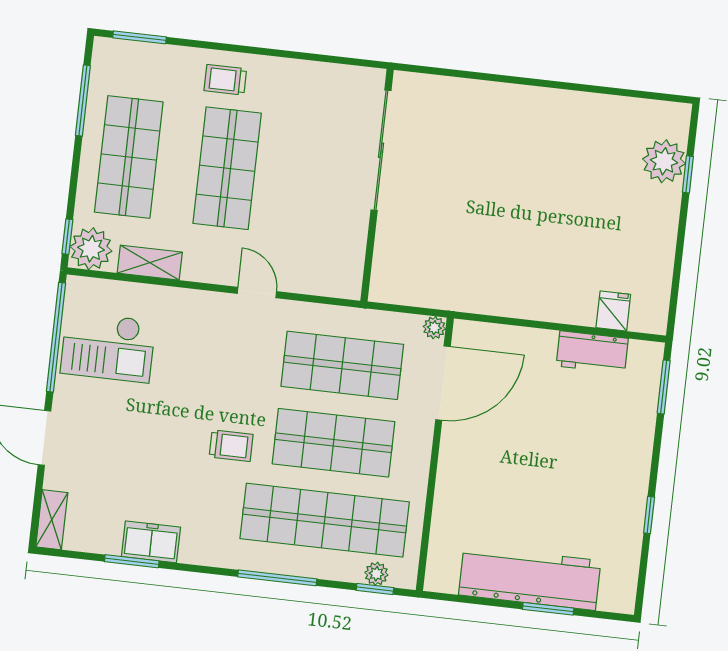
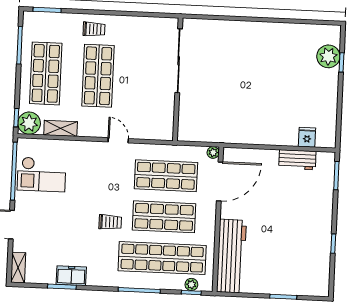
trolley: (225, 80) -> (94, 29), turned 180
workbench: (530, 578) -> (231, 256), moved, turned 90

